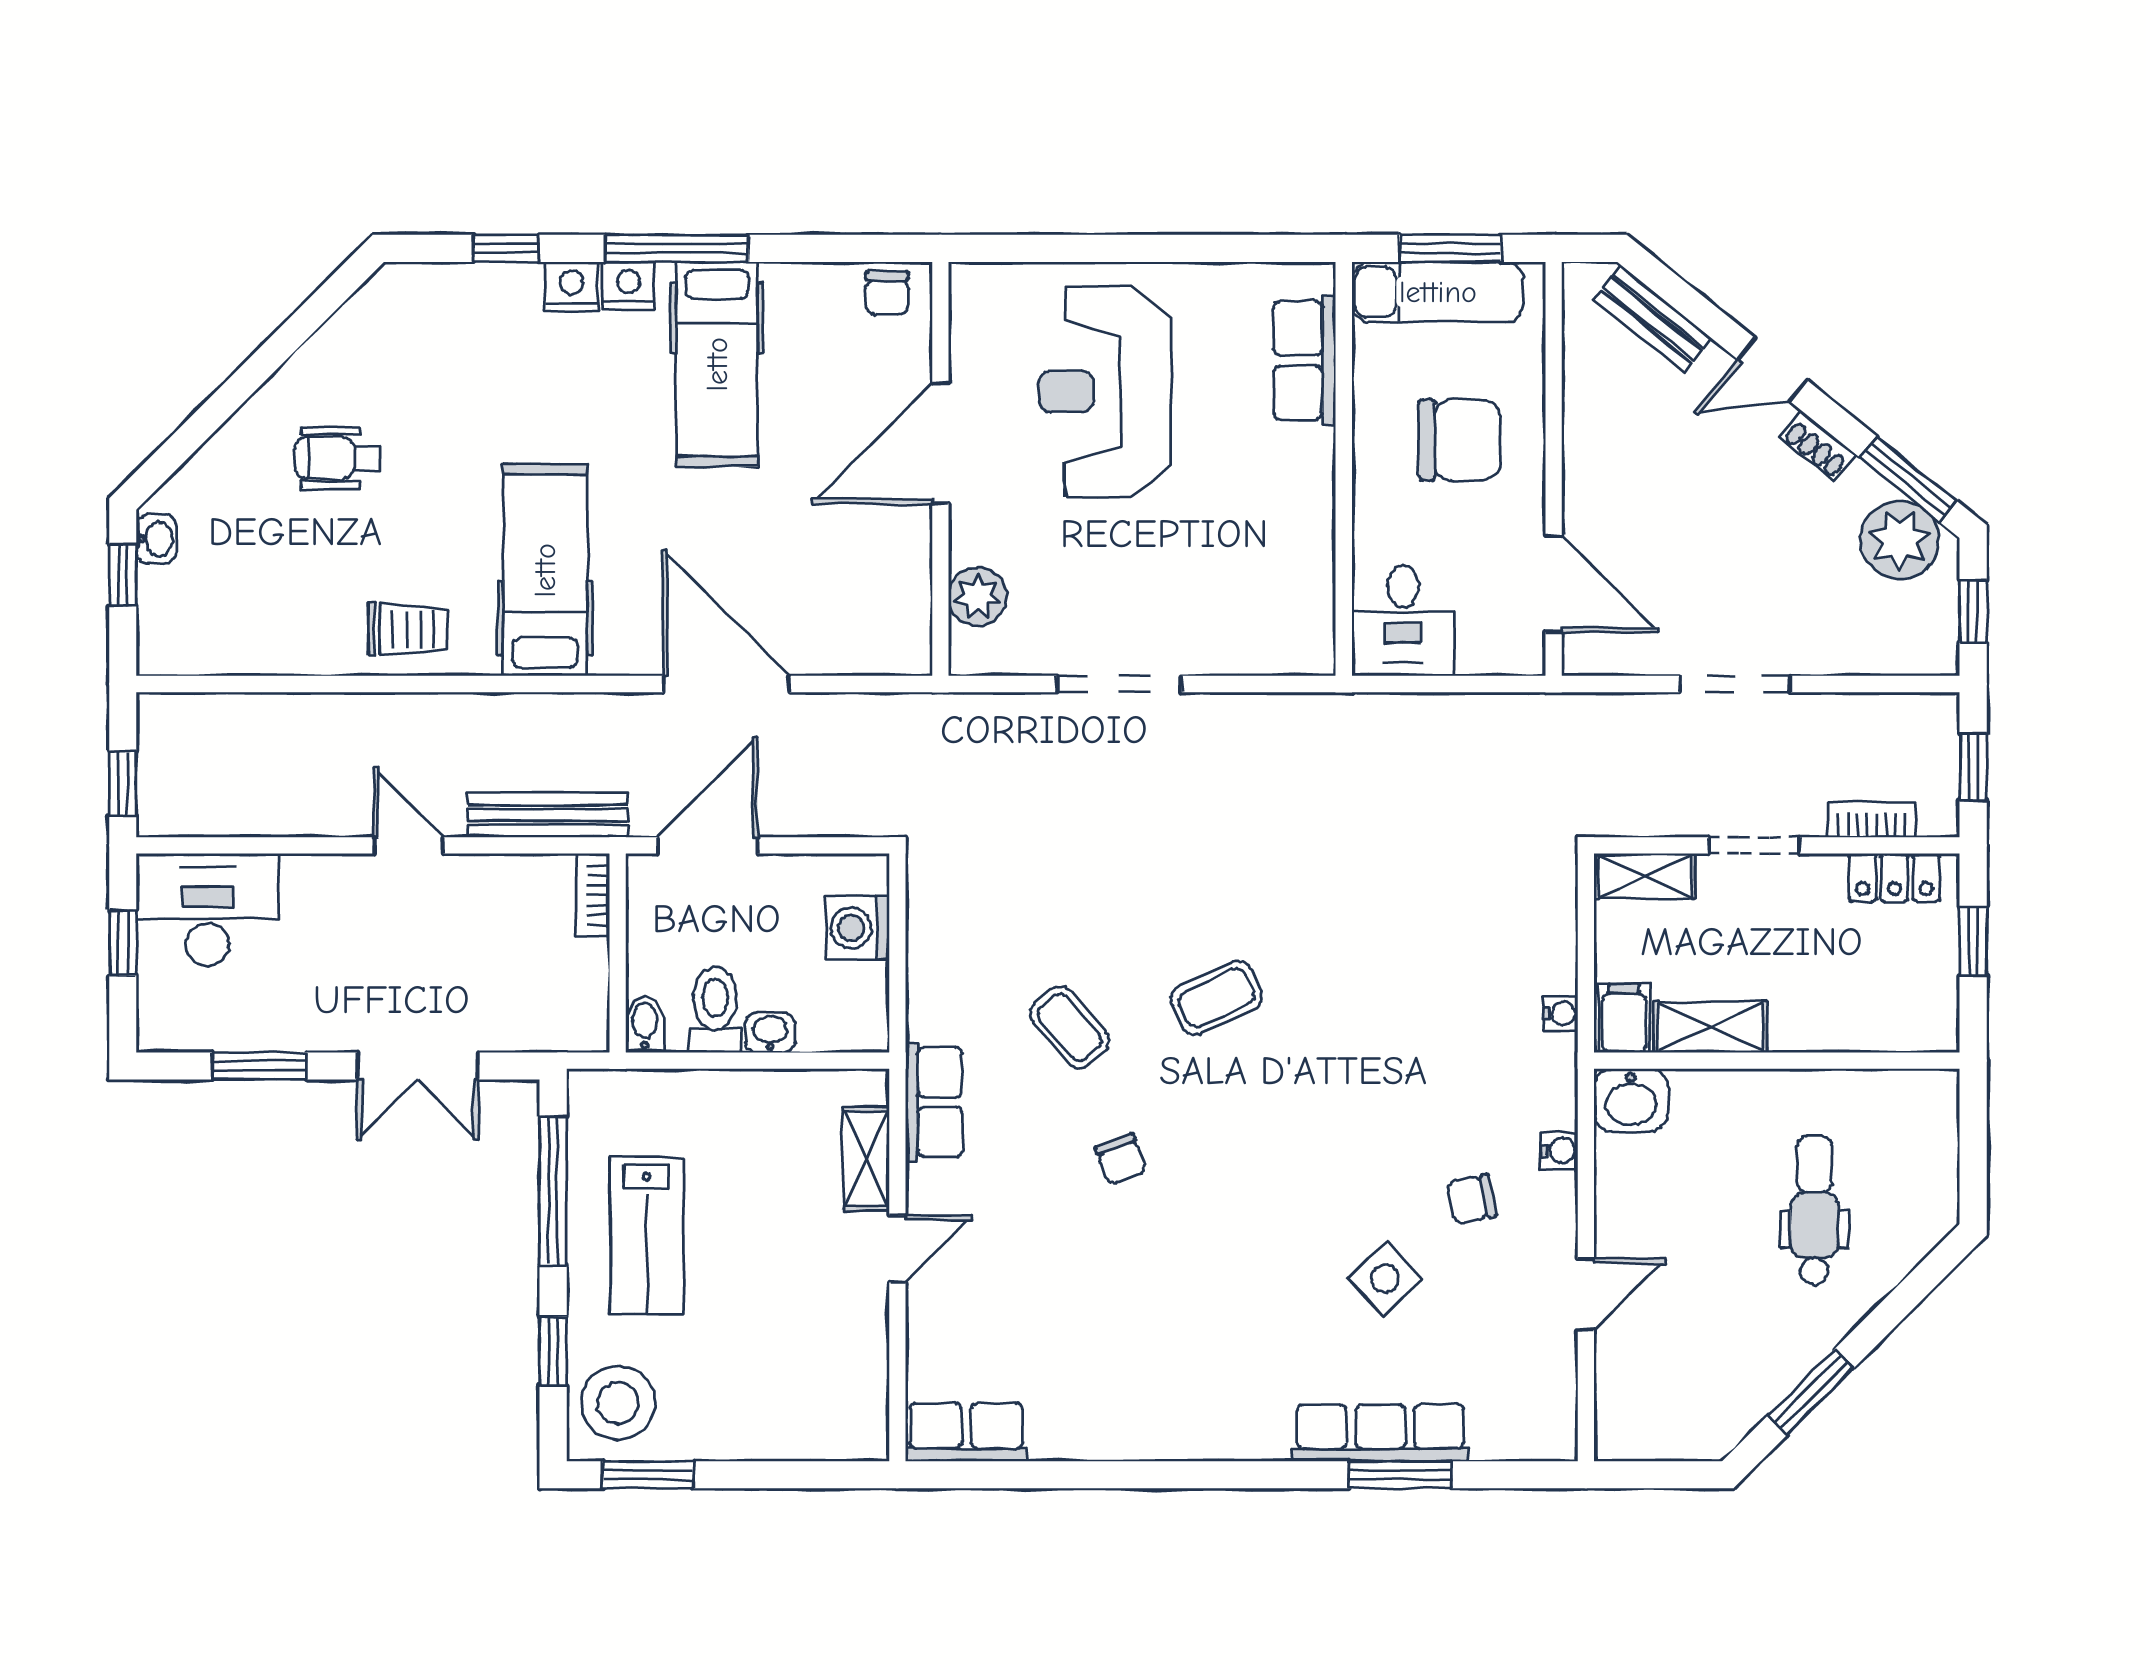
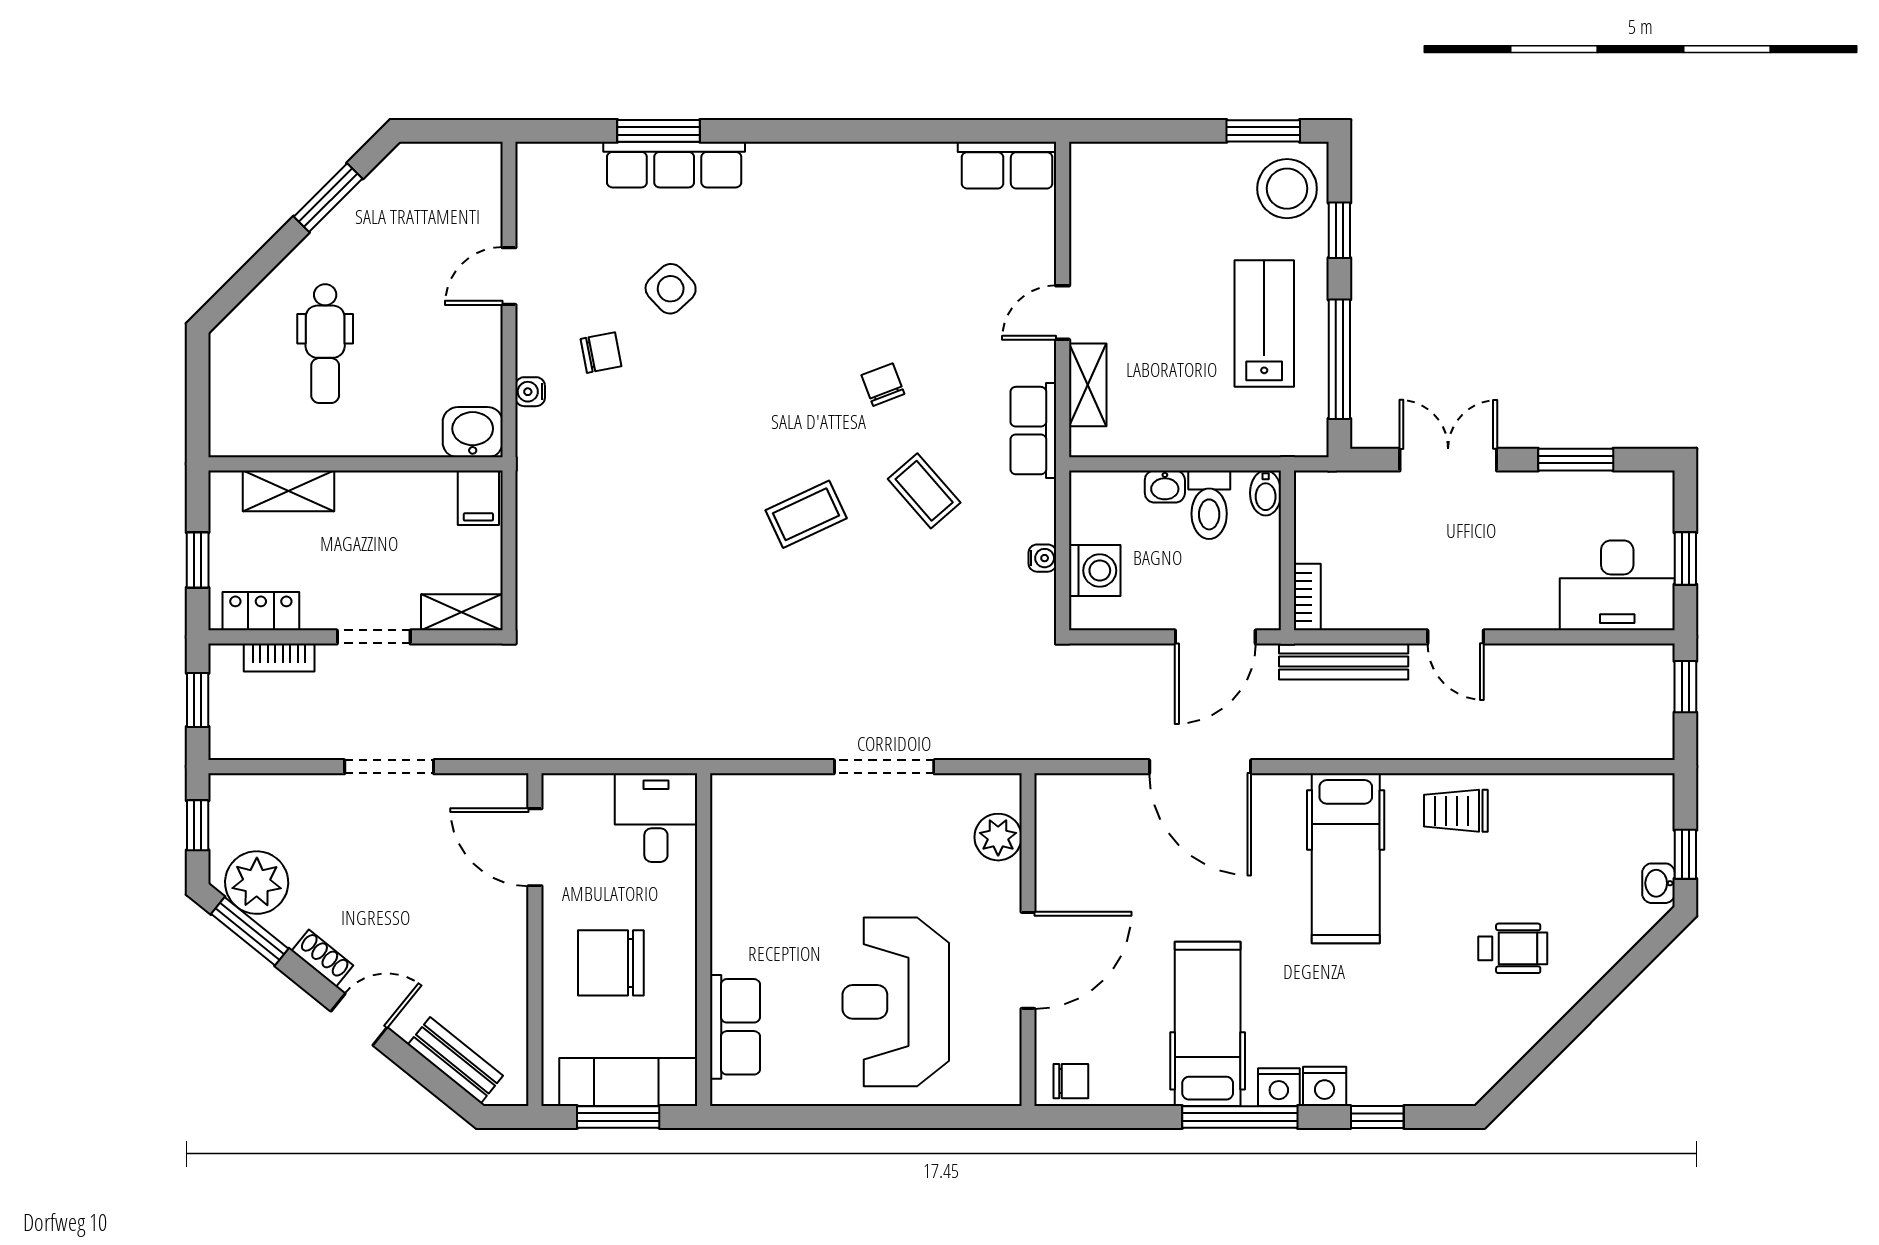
chair: (887, 293) -> (1071, 1081), turned 90
reception desk: (1105, 392) -> (896, 1002), turned 180
water cooler: (1561, 1013) -> (1042, 558), moved, turned 180
shelving: (1711, 1027) -> (289, 491), moved

